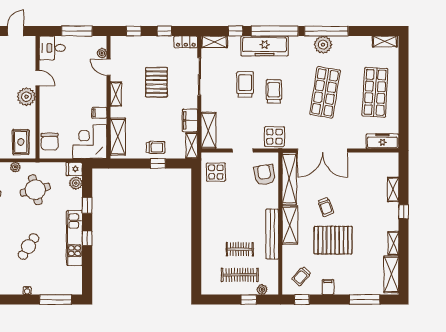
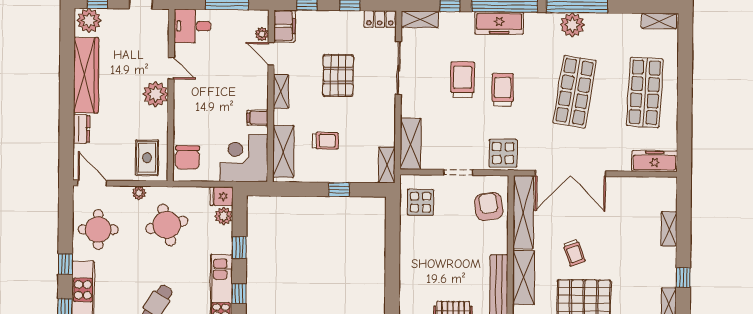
freezer: (265, 46) -> (499, 23), width x0.73, depth x0.79
filing cabinet: (190, 120) -> (285, 26), moved, turned 180
trolley: (156, 147) -> (325, 141), moved
window: (404, 212) -> (683, 278), moved

